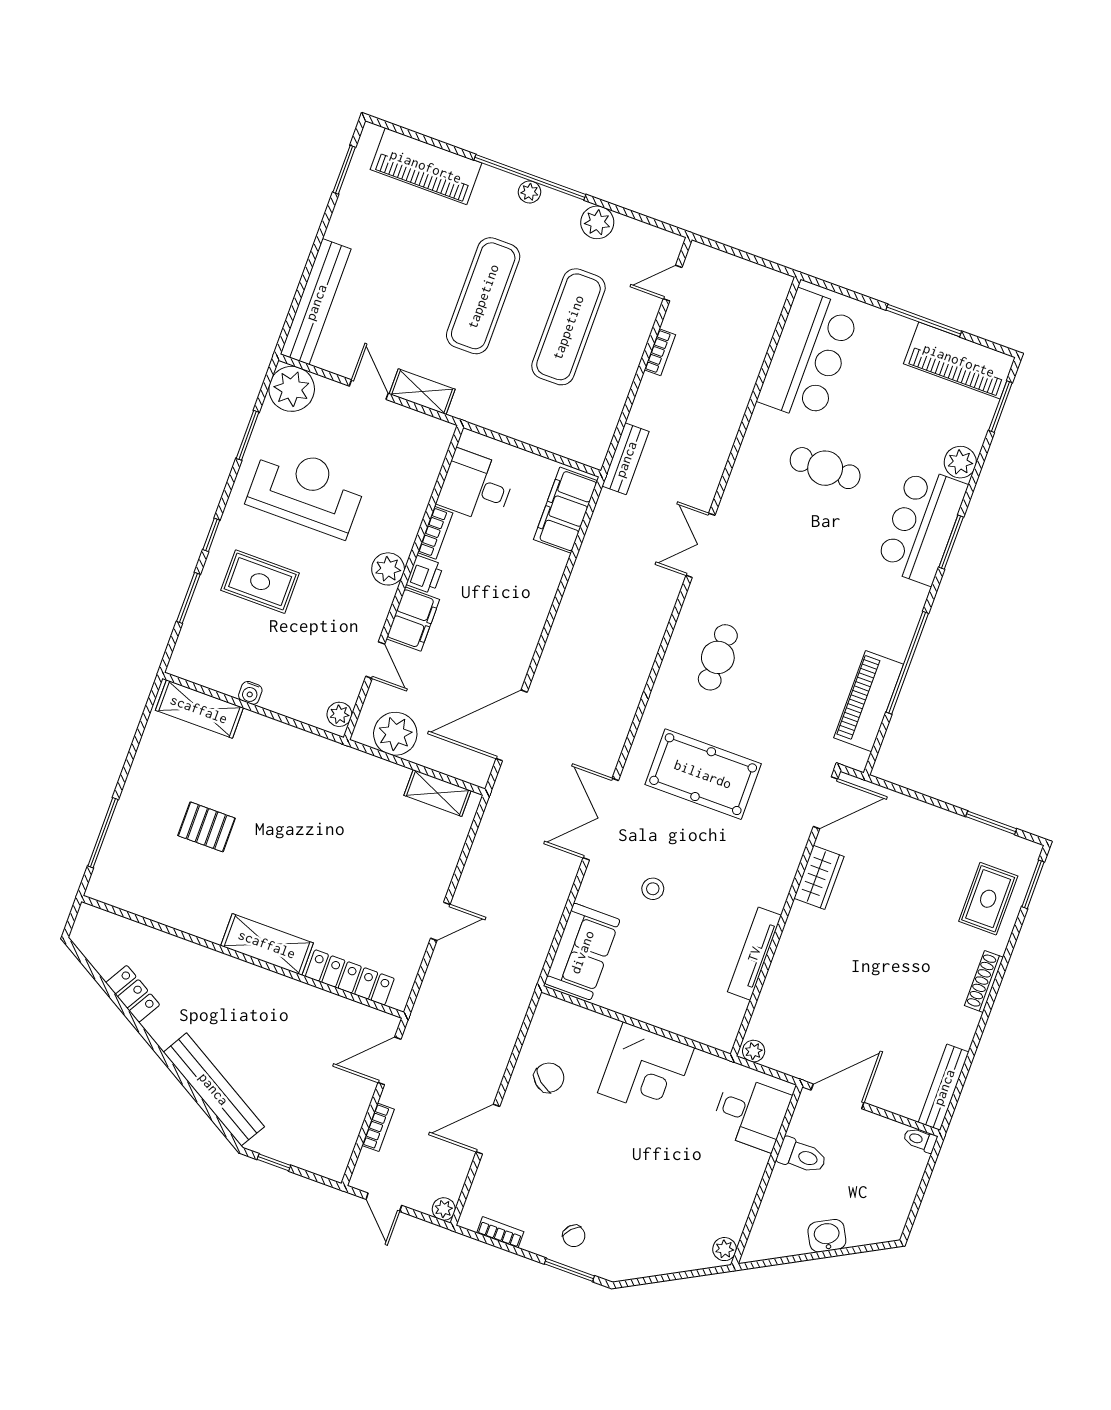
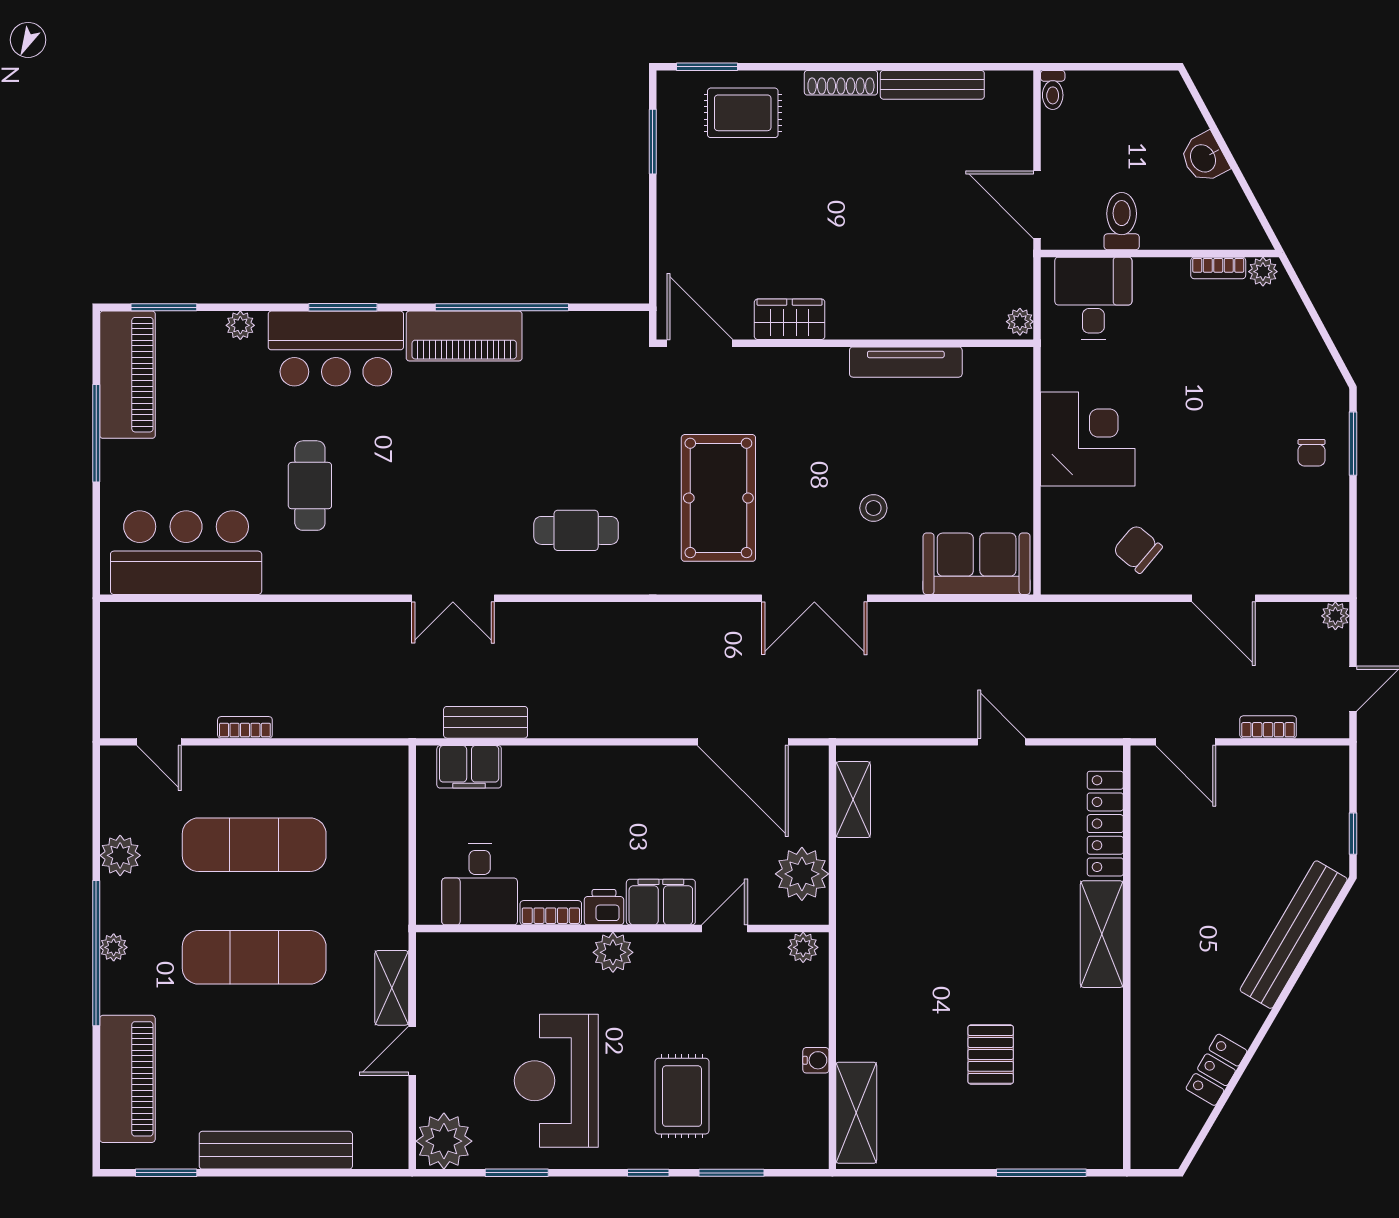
bench: (316, 302) -> (276, 1150), moved
bench: (626, 459) -> (486, 722), moved
plant: (960, 462) -> (240, 325), width x0.73, depth x0.73
filing cabinet: (566, 510) -> (469, 767), width x0.67, depth x0.86
piano: (869, 701) -> (464, 336), moved
bench: (944, 1087) -> (932, 85), moved
bookcase: (500, 1232) -> (1218, 268), moved, turned -90
chair: (574, 1236) -> (1312, 453), turned 136

